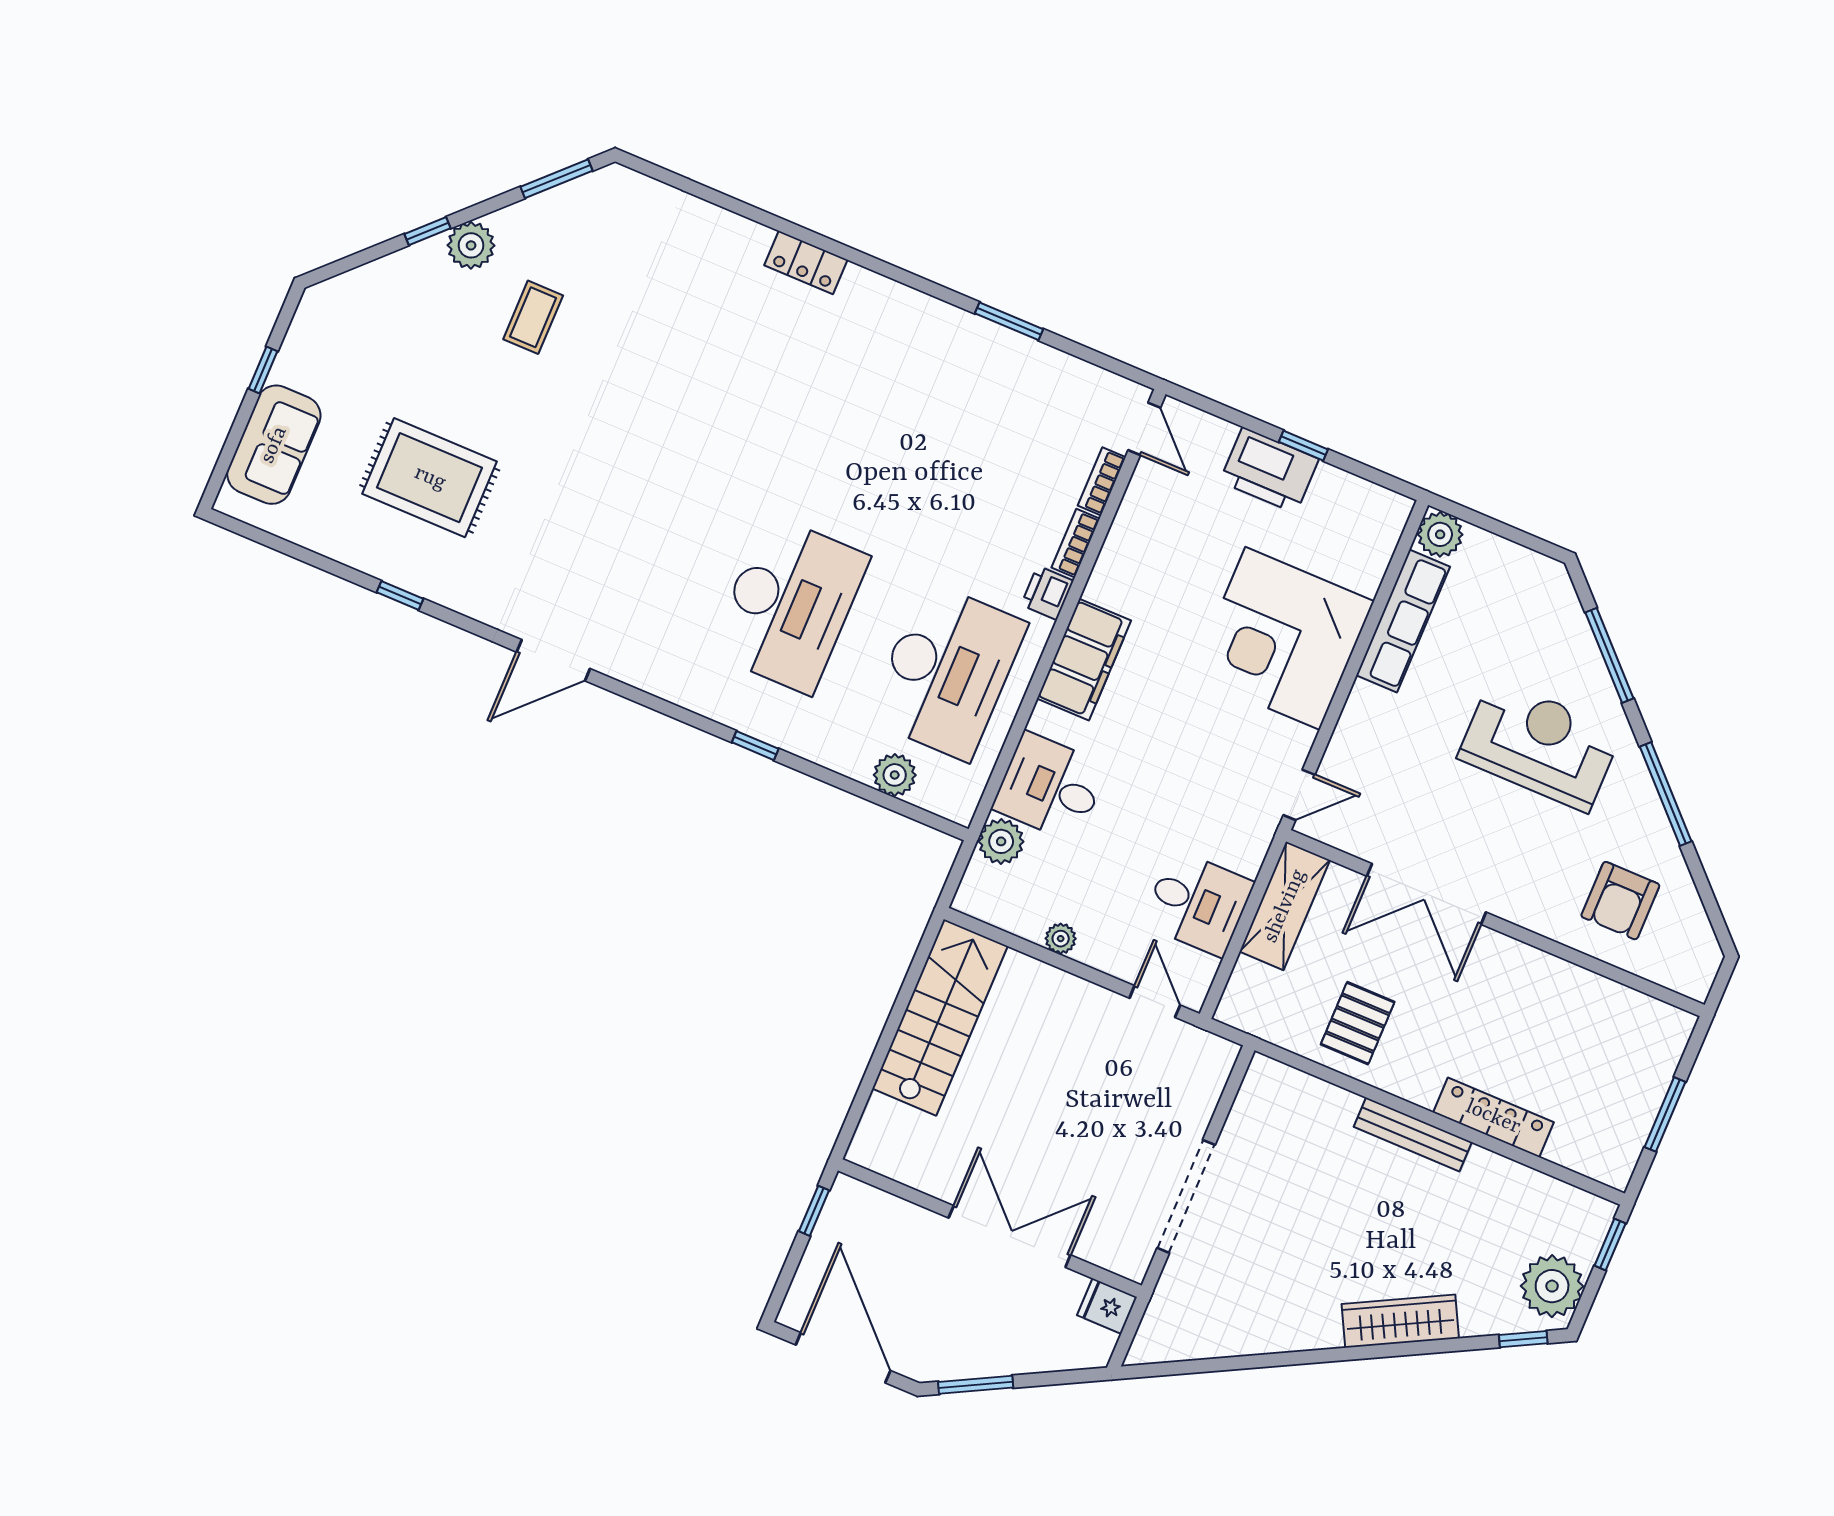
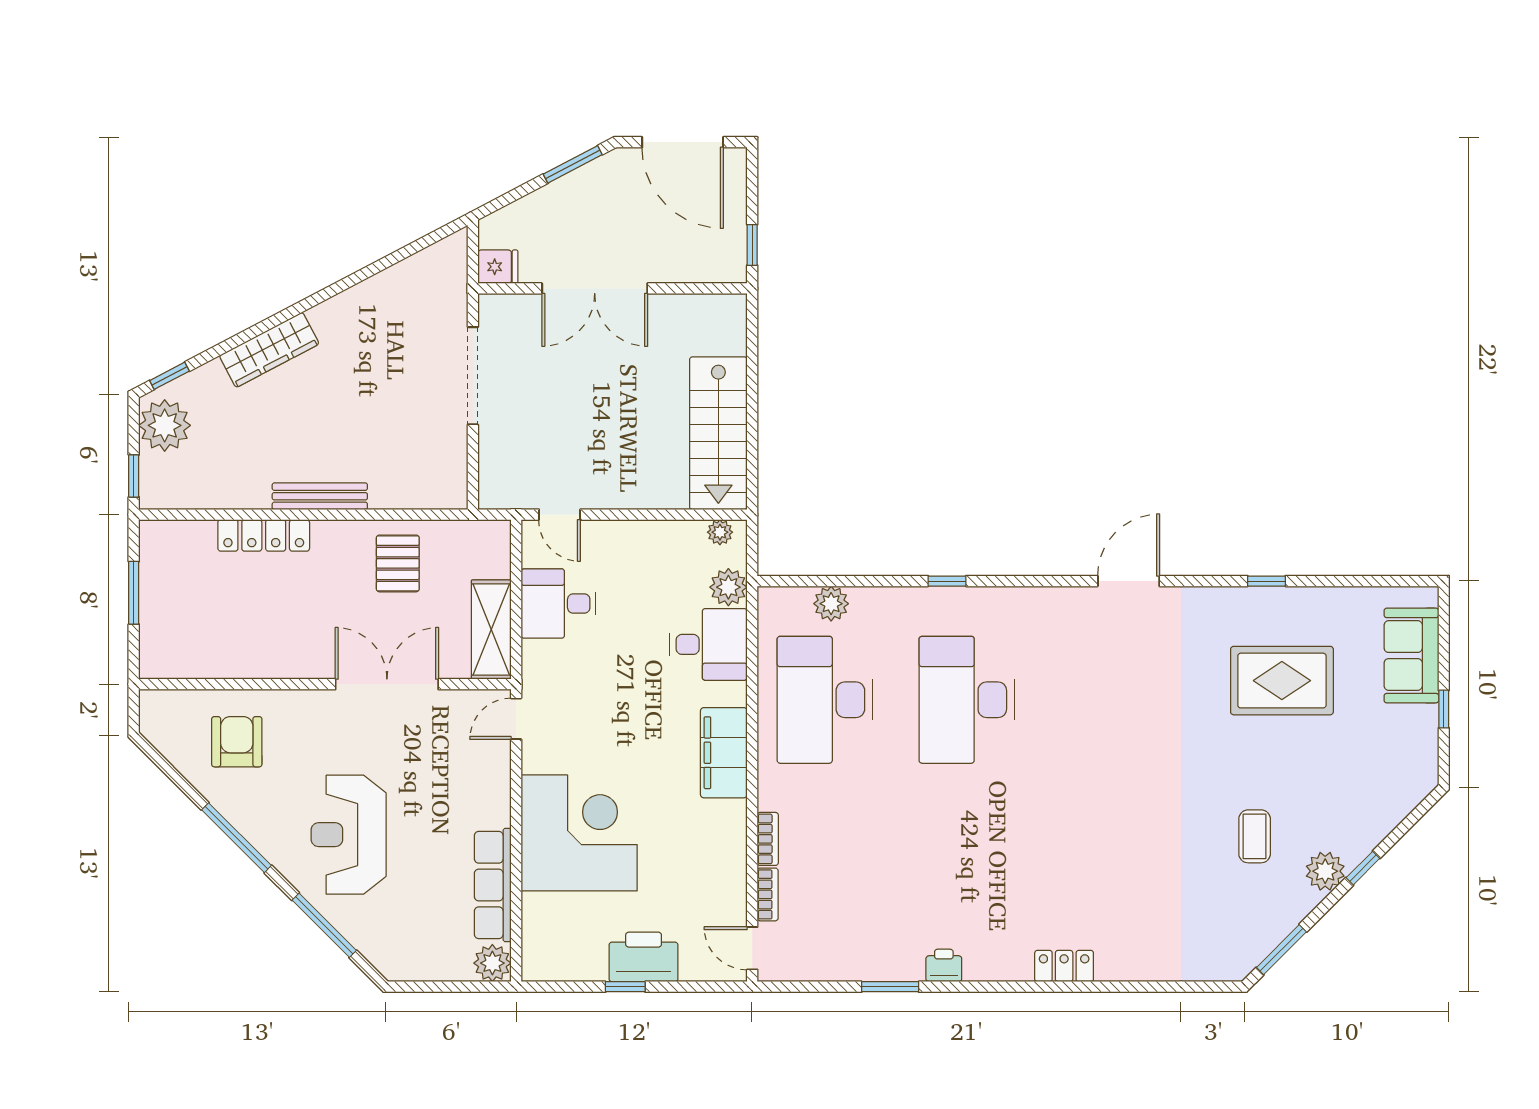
printer: (1047, 593) -> (944, 965), moved, turned -90
reception desk: (1540, 745) -> (349, 835), turned 90
plant: (1061, 939) -> (720, 532), moved

